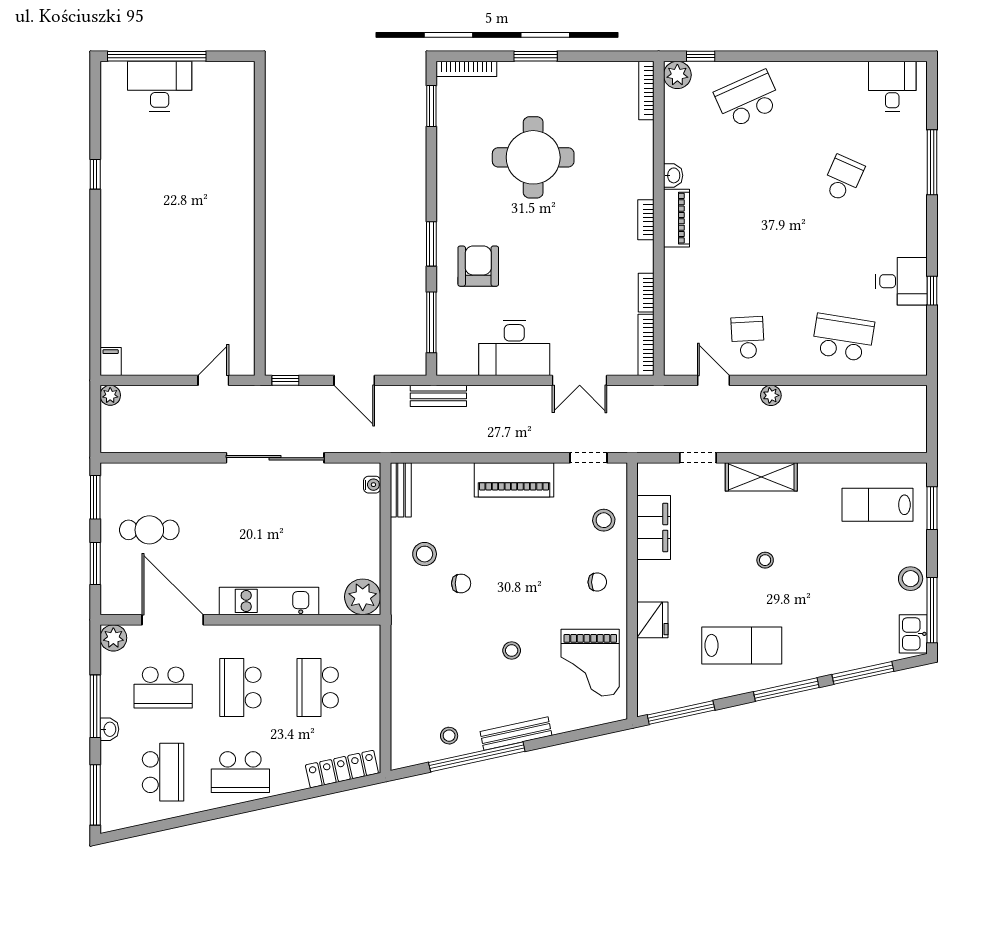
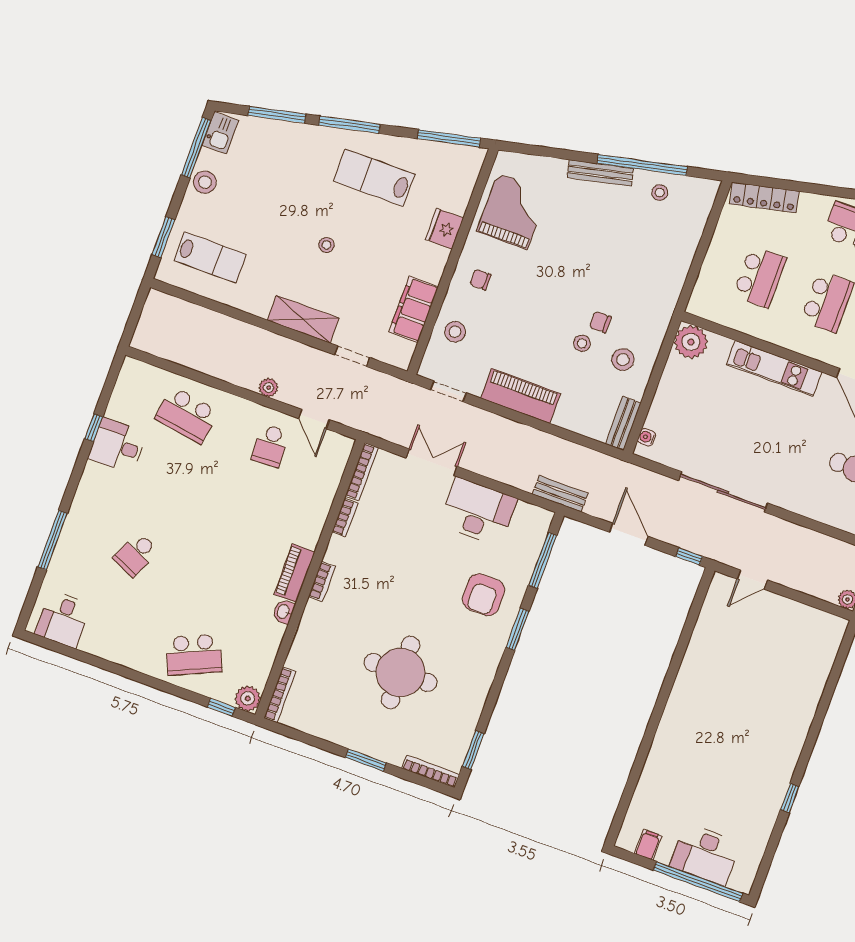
filing cabinet: (111, 361) -> (648, 845), moved, turned 180
stool: (512, 651) -> (582, 343), moved

